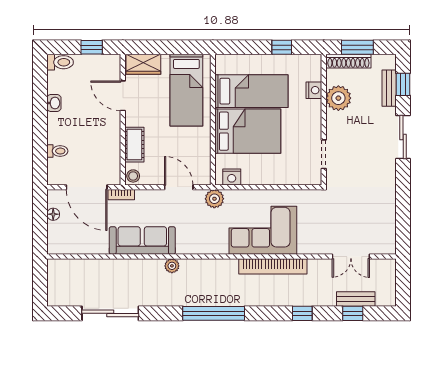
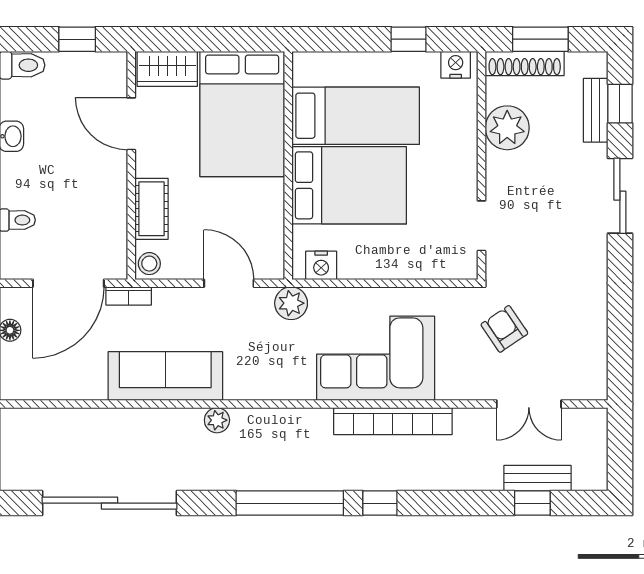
bed: (186, 90) -> (242, 114), width x1.50
nightstand: (314, 90) -> (456, 65), moved, turned -90
door: (87, 187) -> (68, 283), hinge flipped
armchair: (337, 213) -> (504, 329), added
sliding door: (110, 313) -> (110, 503), width x1.36
window: (302, 313) -> (380, 503), moved

